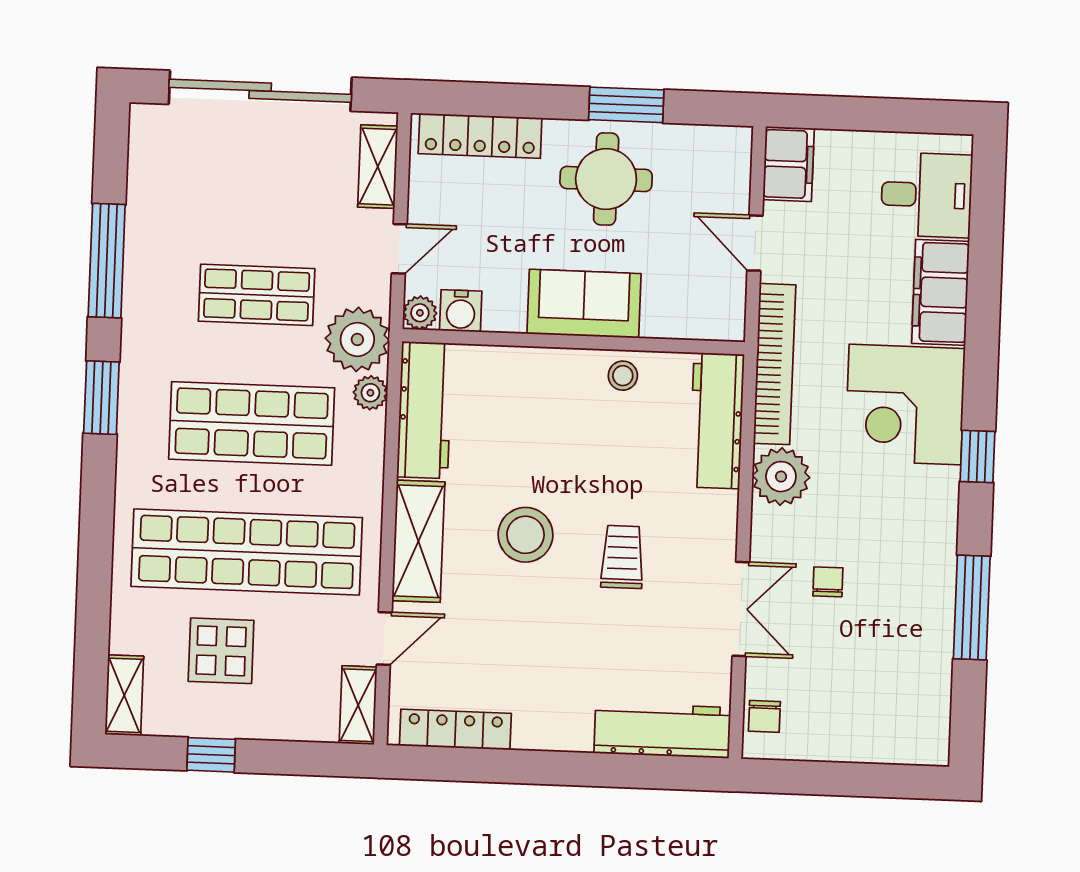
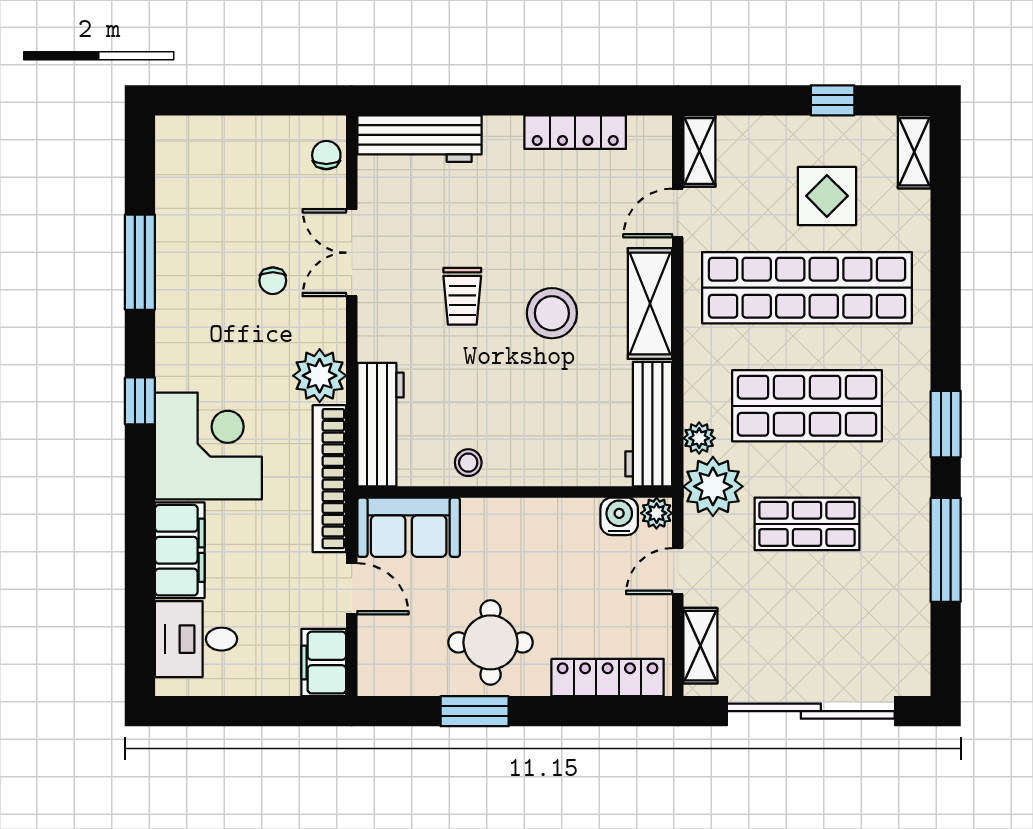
sofa: (584, 304) -> (409, 527), moved
locker: (455, 730) -> (575, 132), moved

